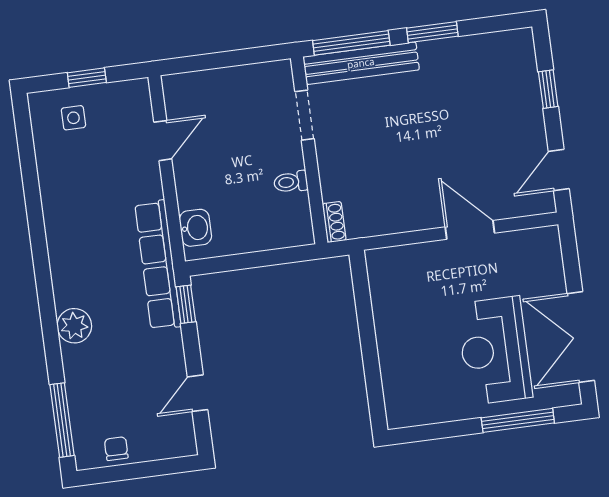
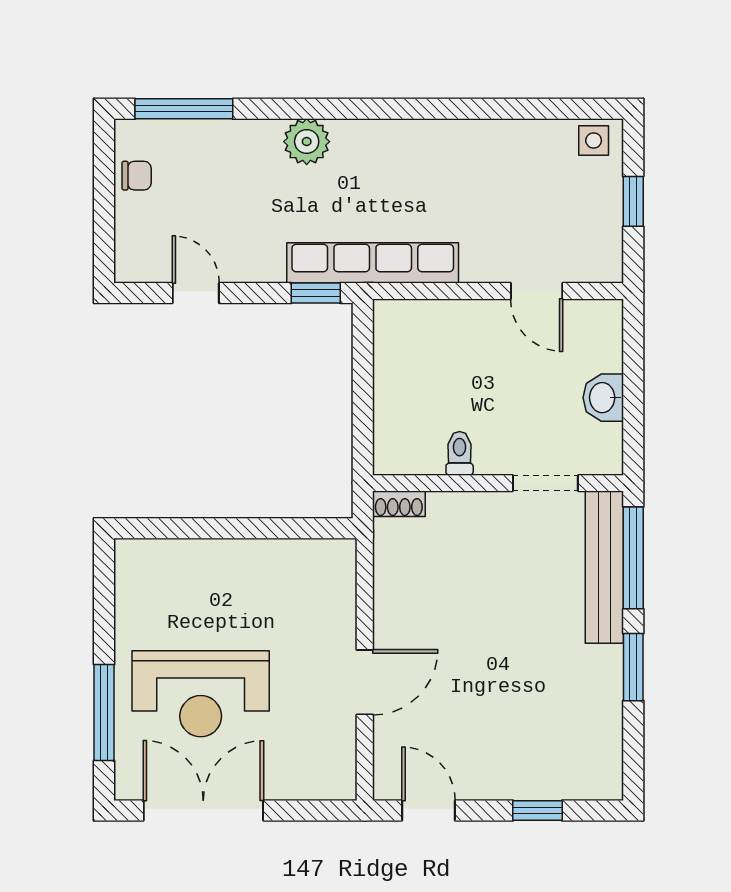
side table: (73, 118) -> (594, 140), moved
washbasin: (195, 228) -> (603, 398), moved, turned 90
reception desk: (494, 350) -> (201, 694), turned 180

